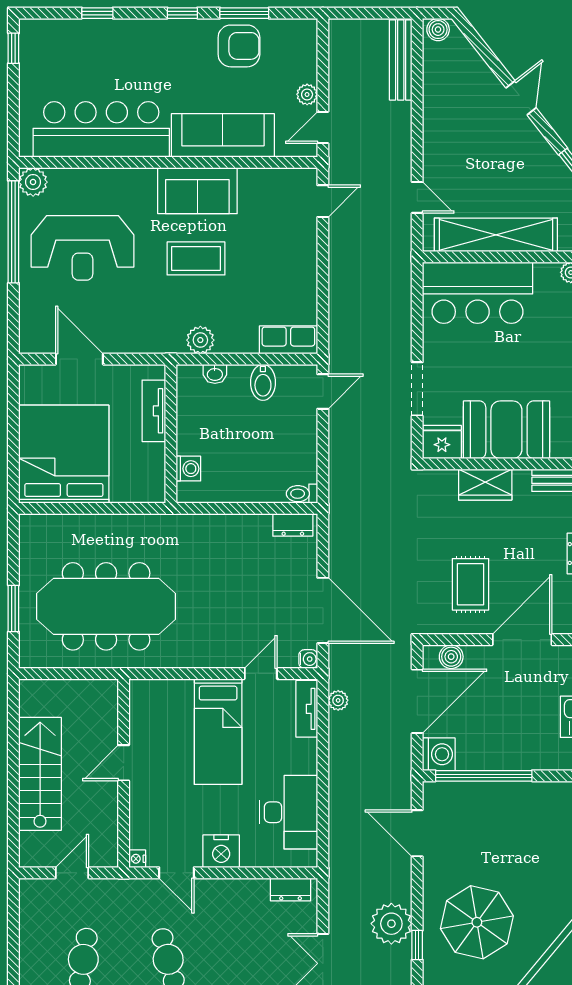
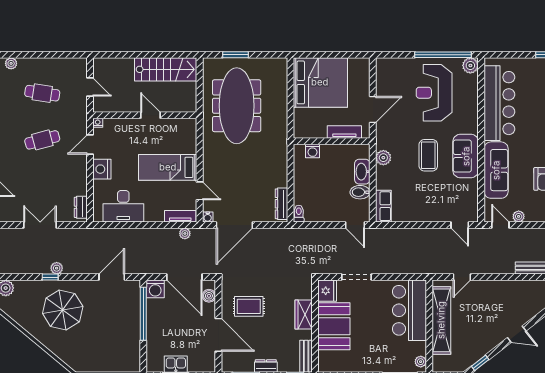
door: (79, 359) -> (373, 109), moved
washbasin: (215, 374) -> (362, 172), width x1.91, depth x1.45
dresser: (293, 525) -> (281, 204), width x1.44
stairs: (40, 774) -> (166, 69), moved
plant: (391, 924) -> (57, 268), width x0.53, depth x0.53

